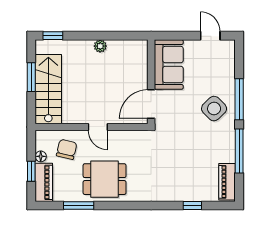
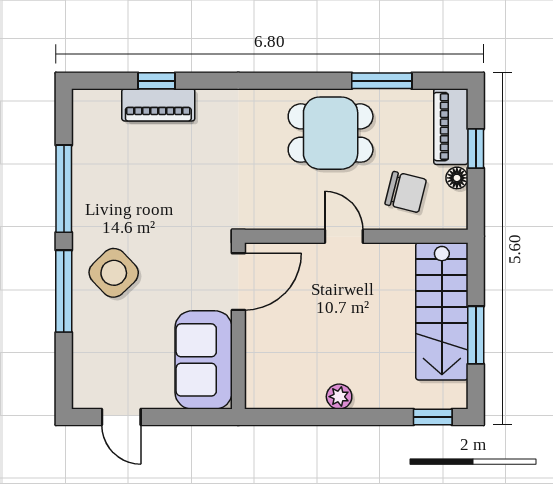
chair: (67, 149) -> (406, 192), turned -89
piano: (227, 182) -> (158, 105), moved, turned 90

